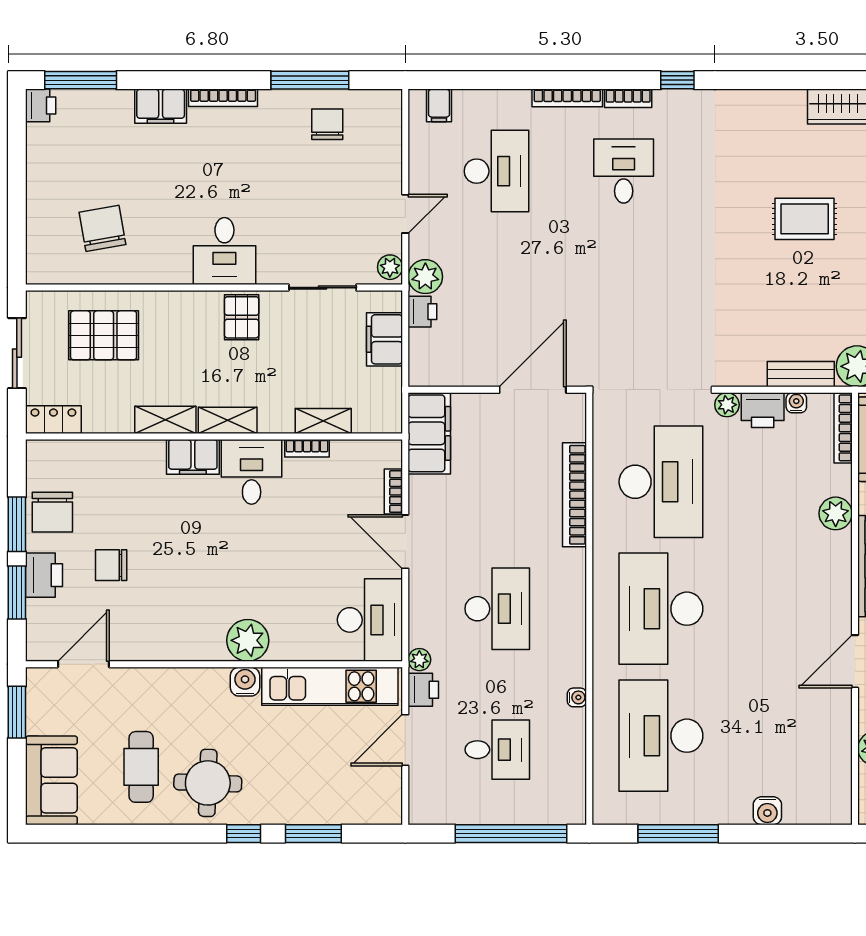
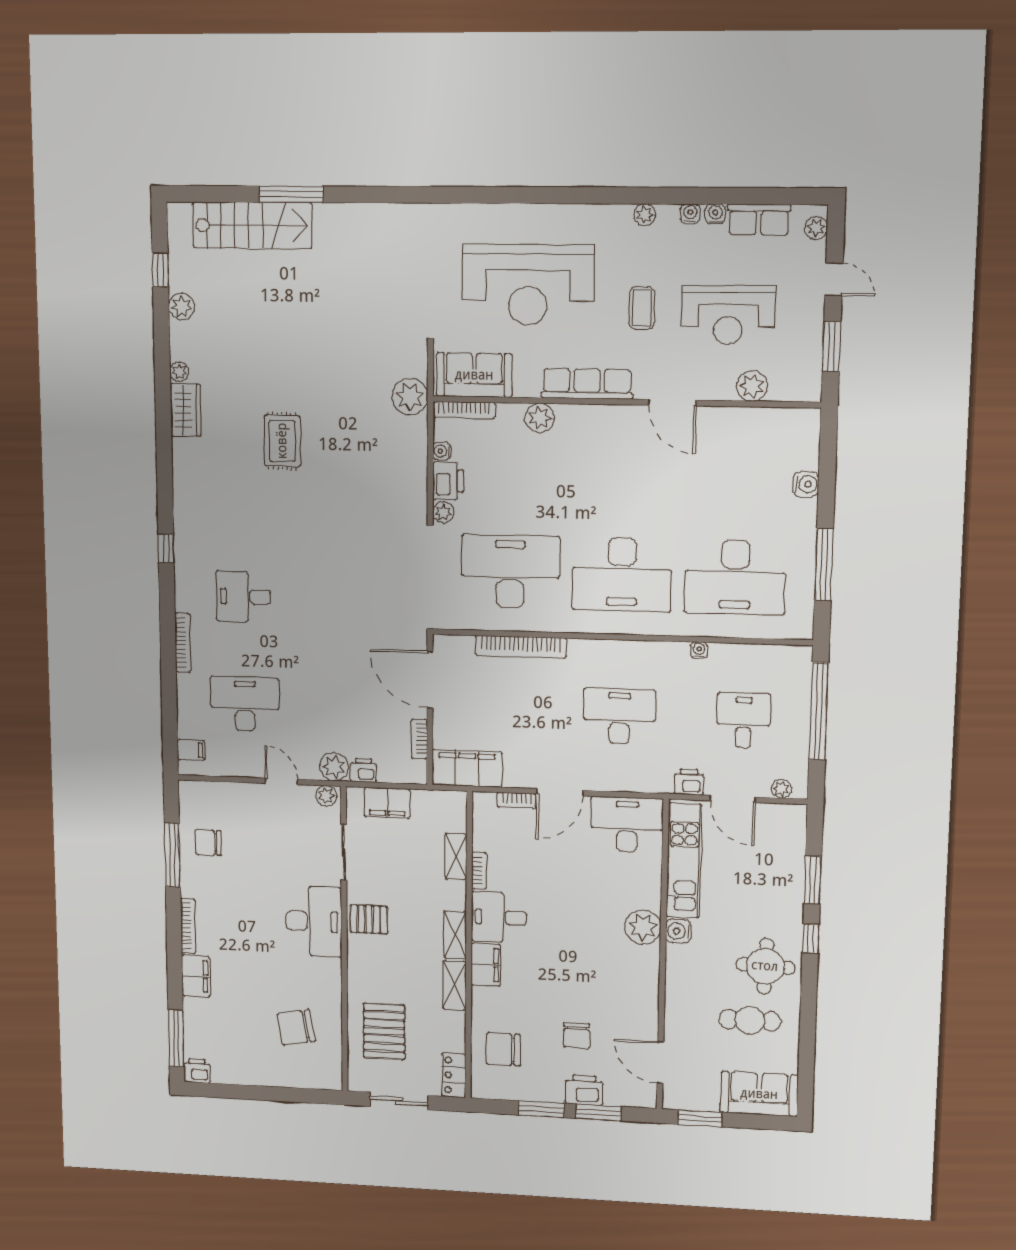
bookcase: (628, 98) -> (419, 739), moved, turned 180
desk: (224, 251) -> (314, 921), width x1.37
bench: (801, 374) -> (417, 447), removed
chair: (52, 512) -> (503, 1049), moved, turned 180
plant: (419, 660) -> (781, 789), moved

